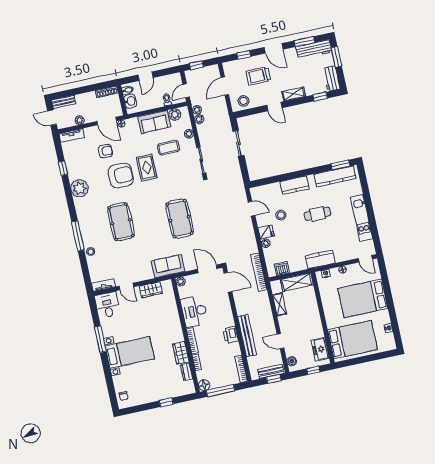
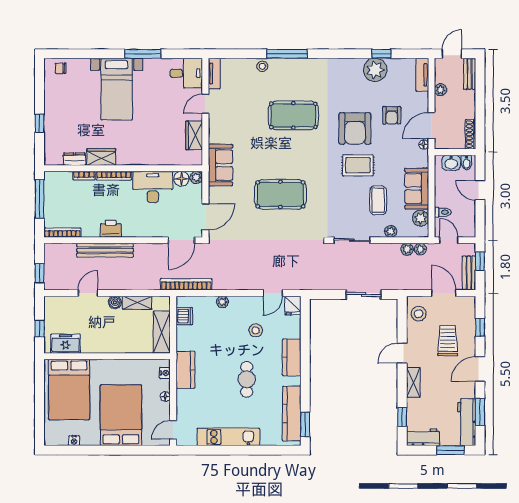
plant: (80, 188) -> (375, 70), moved
fridge: (266, 232) -> (293, 306), moved
boiler: (292, 361) -> (115, 302), moved
bench: (271, 371) -> (469, 273), moved
floor lamp: (204, 385) -> (181, 179), moved

